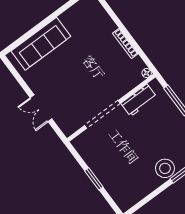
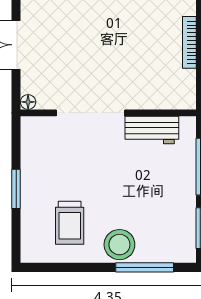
floor lamp: (147, 73) -> (28, 102), moved
trolley: (133, 176) -> (70, 223), added

